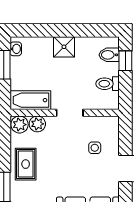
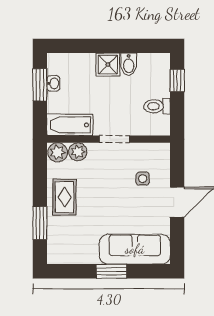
washbasin: (16, 49) -> (53, 83), moved
bidet: (109, 55) -> (129, 64), moved, turned -90

